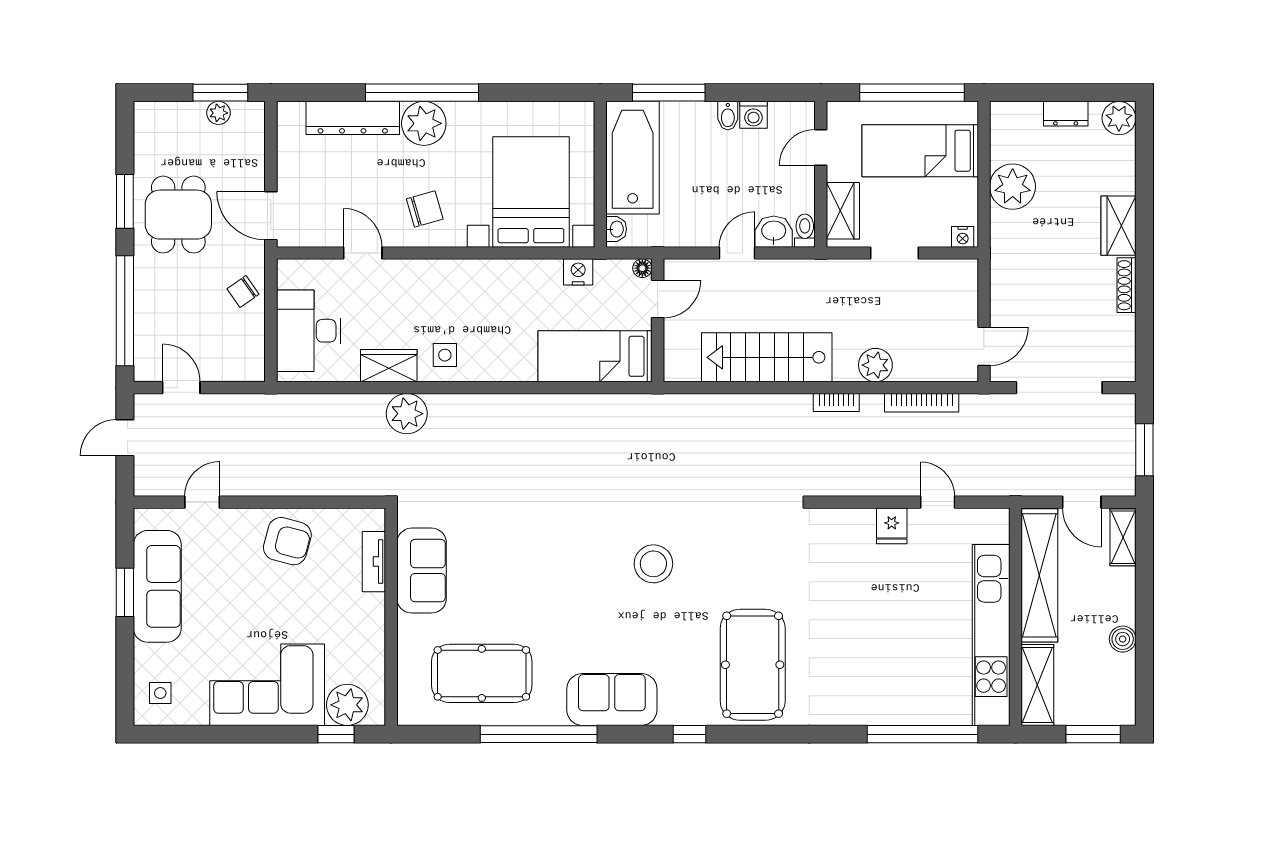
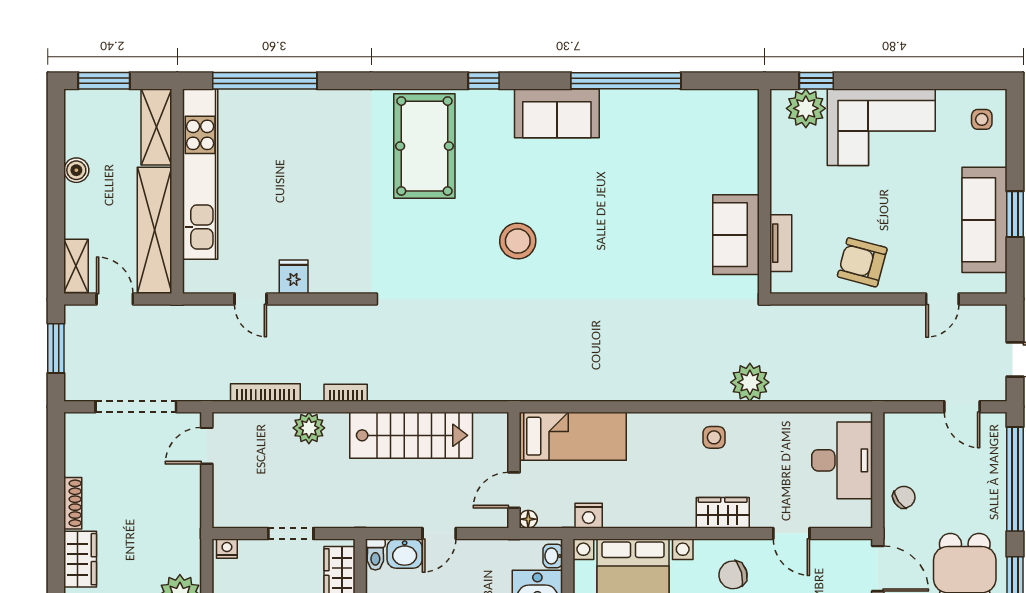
wardrobe: (389, 366) -> (723, 513), moved, turned 180
pool table: (482, 673) -> (679, 138), removed

